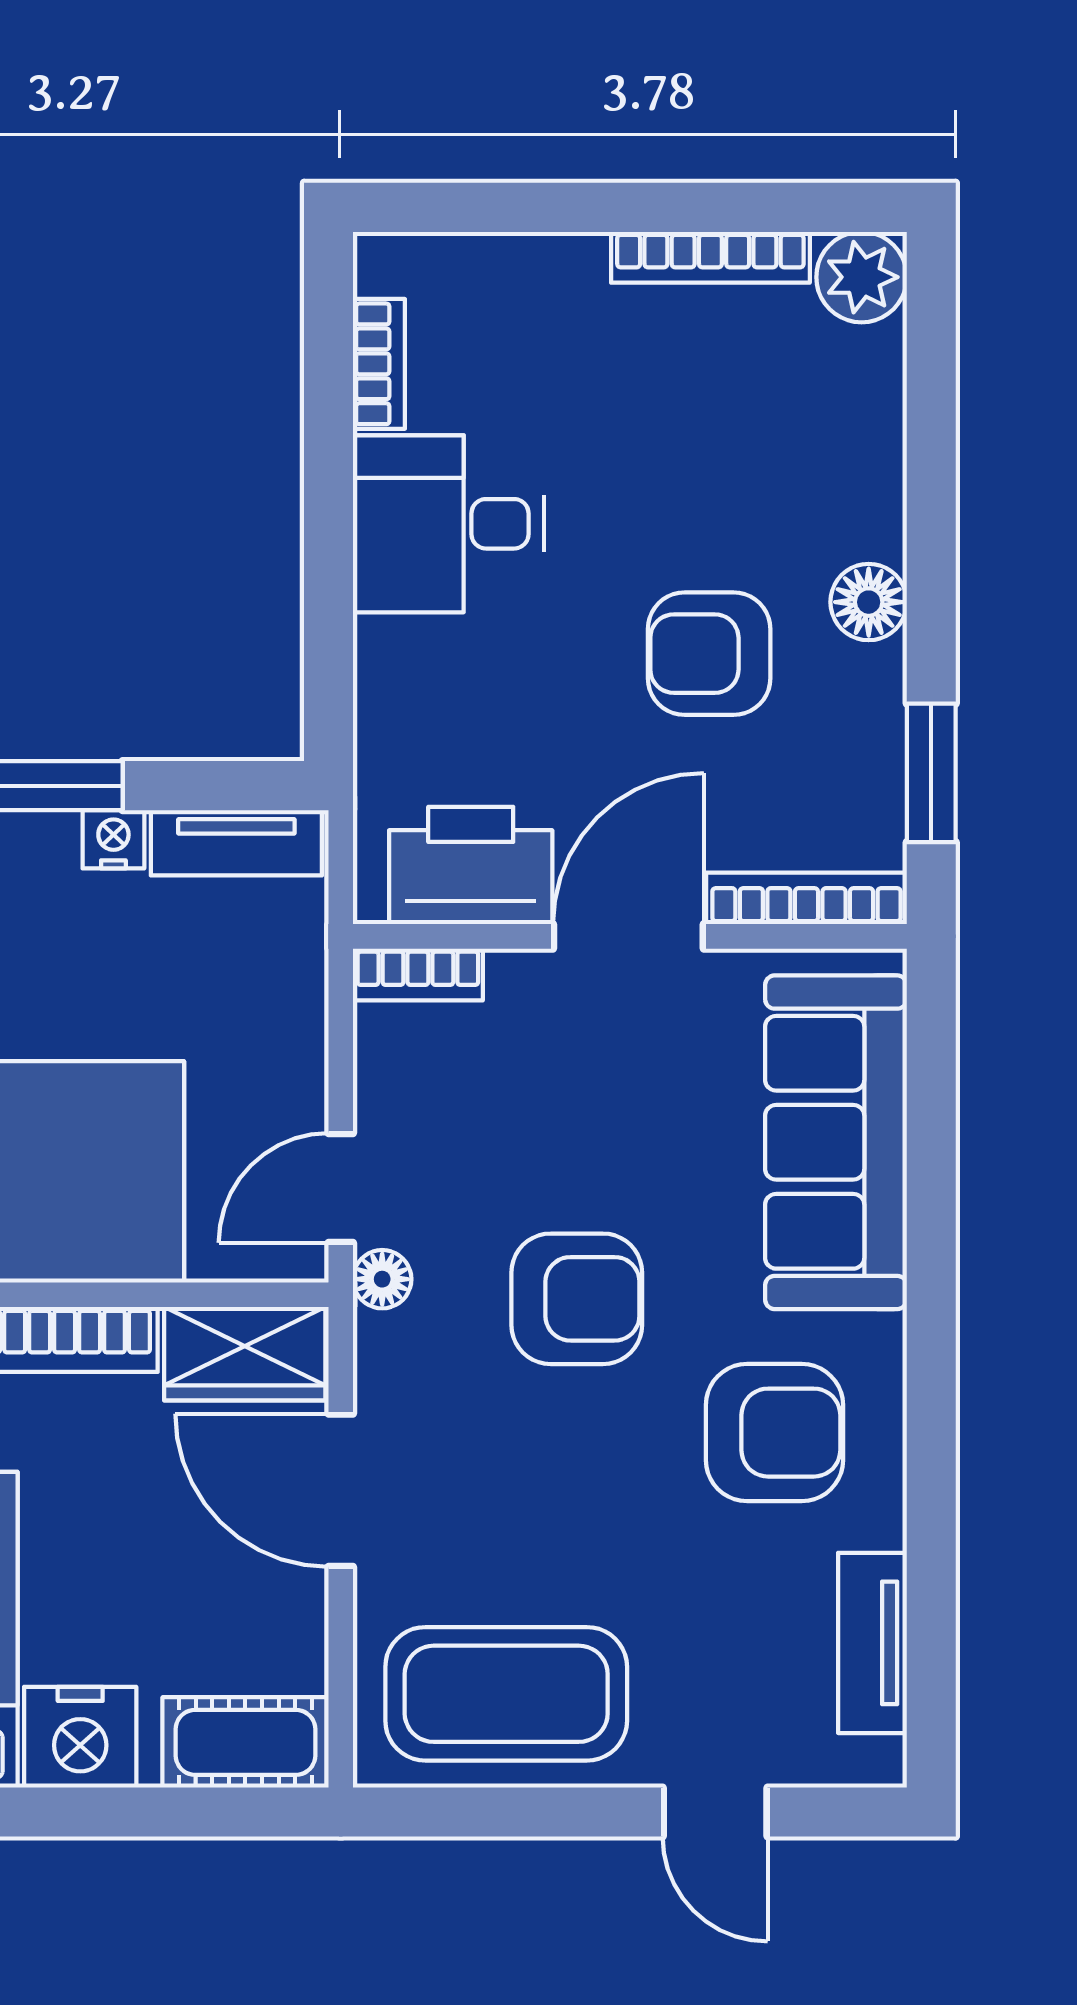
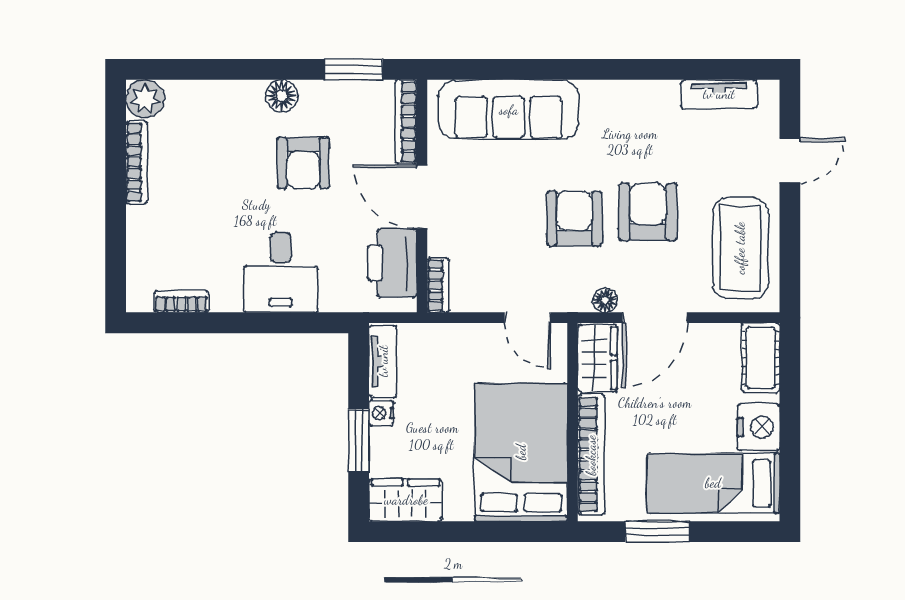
desk: (448, 524) -> (281, 272), moved
floor lamp: (382, 1279) -> (605, 300), moved
armchair: (774, 1433) -> (648, 212), moved

